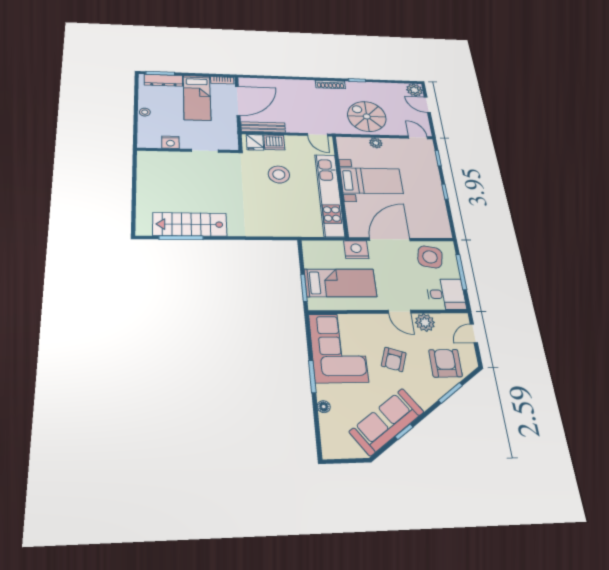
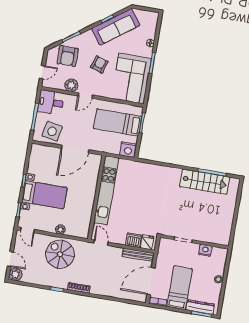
spiral stairs: (367, 116) -> (60, 254), turned 180
stool: (279, 174) -> (137, 212), removed
bed with nightstands: (371, 181) -> (44, 195), moved, turned 180
nightstand: (356, 250) -> (128, 150), moved
door: (400, 312) -> (85, 96), swing flipped

